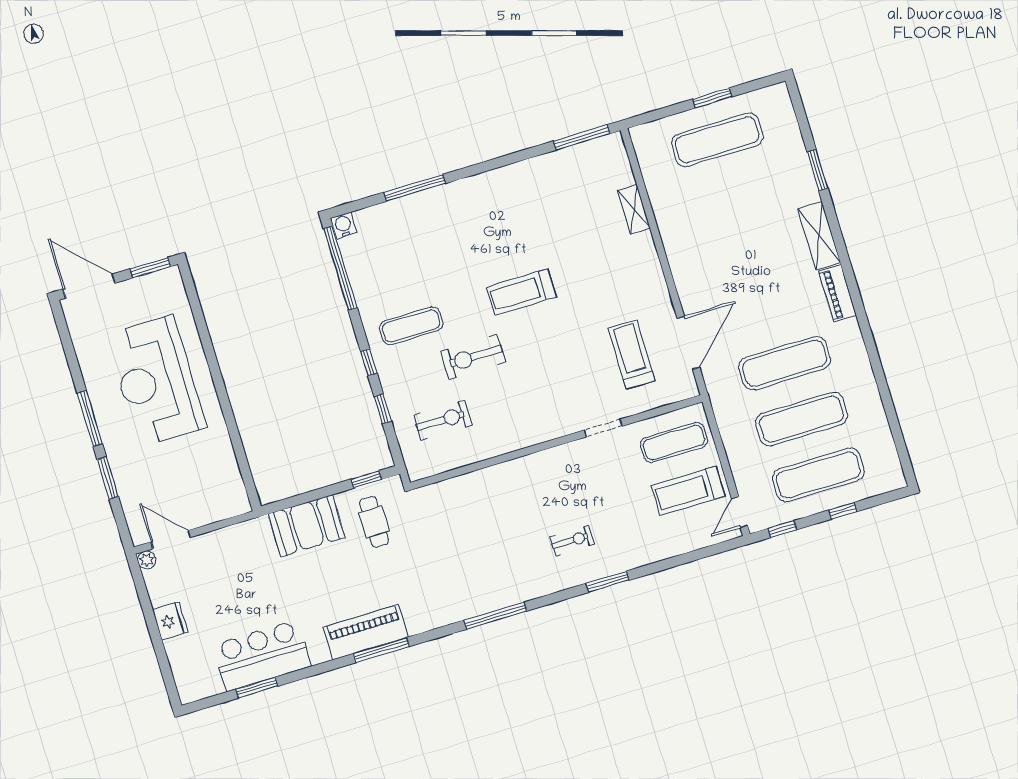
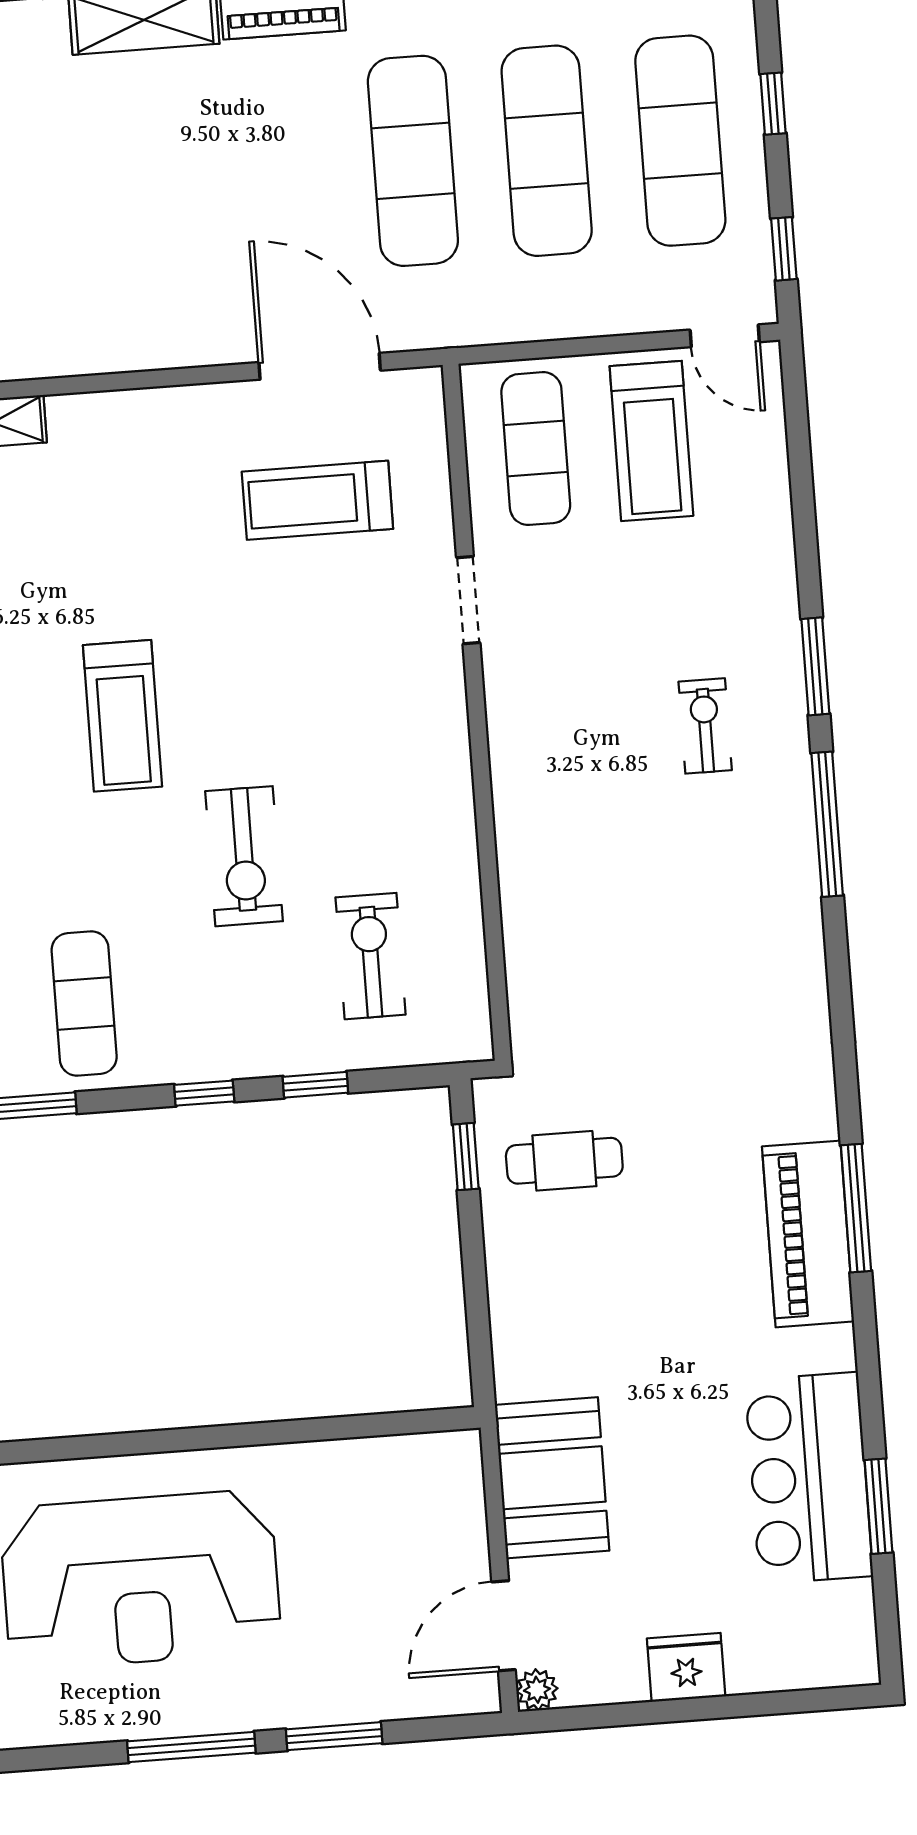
exercise mat: (411, 326) -> (84, 1004), moved
booth: (307, 526) -> (552, 1478), moved
window: (495, 616) -> (827, 824), moved

